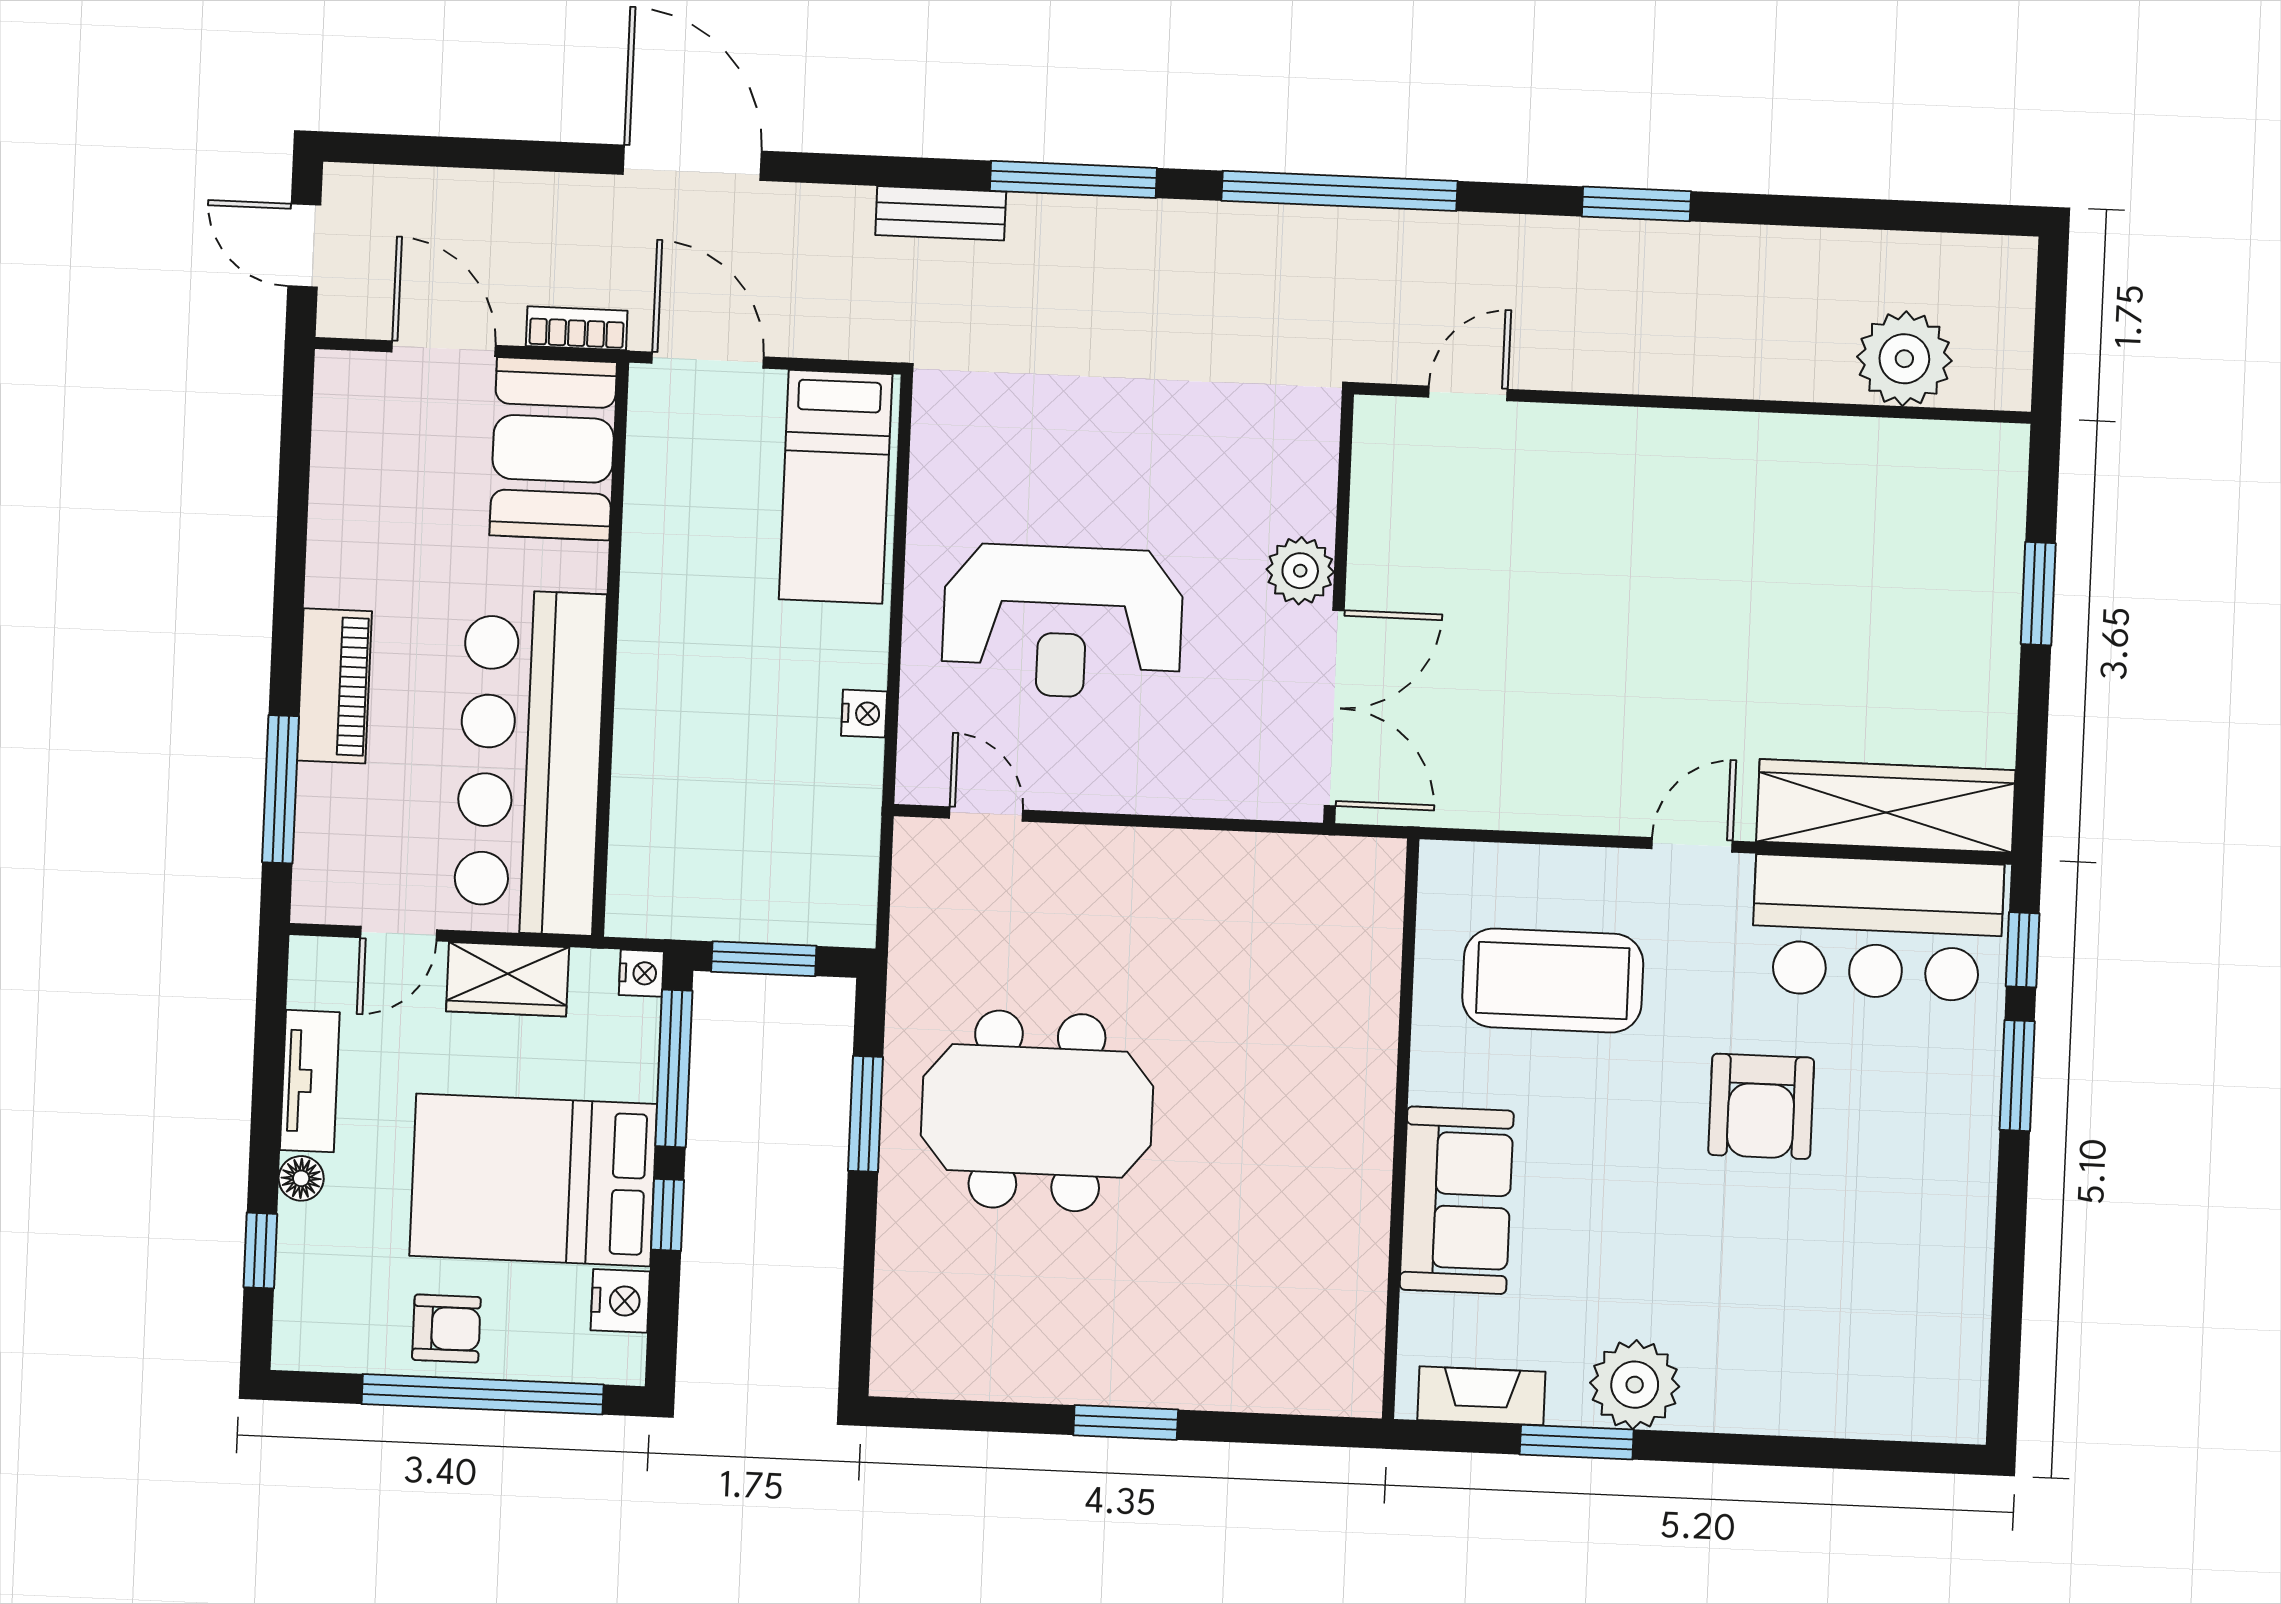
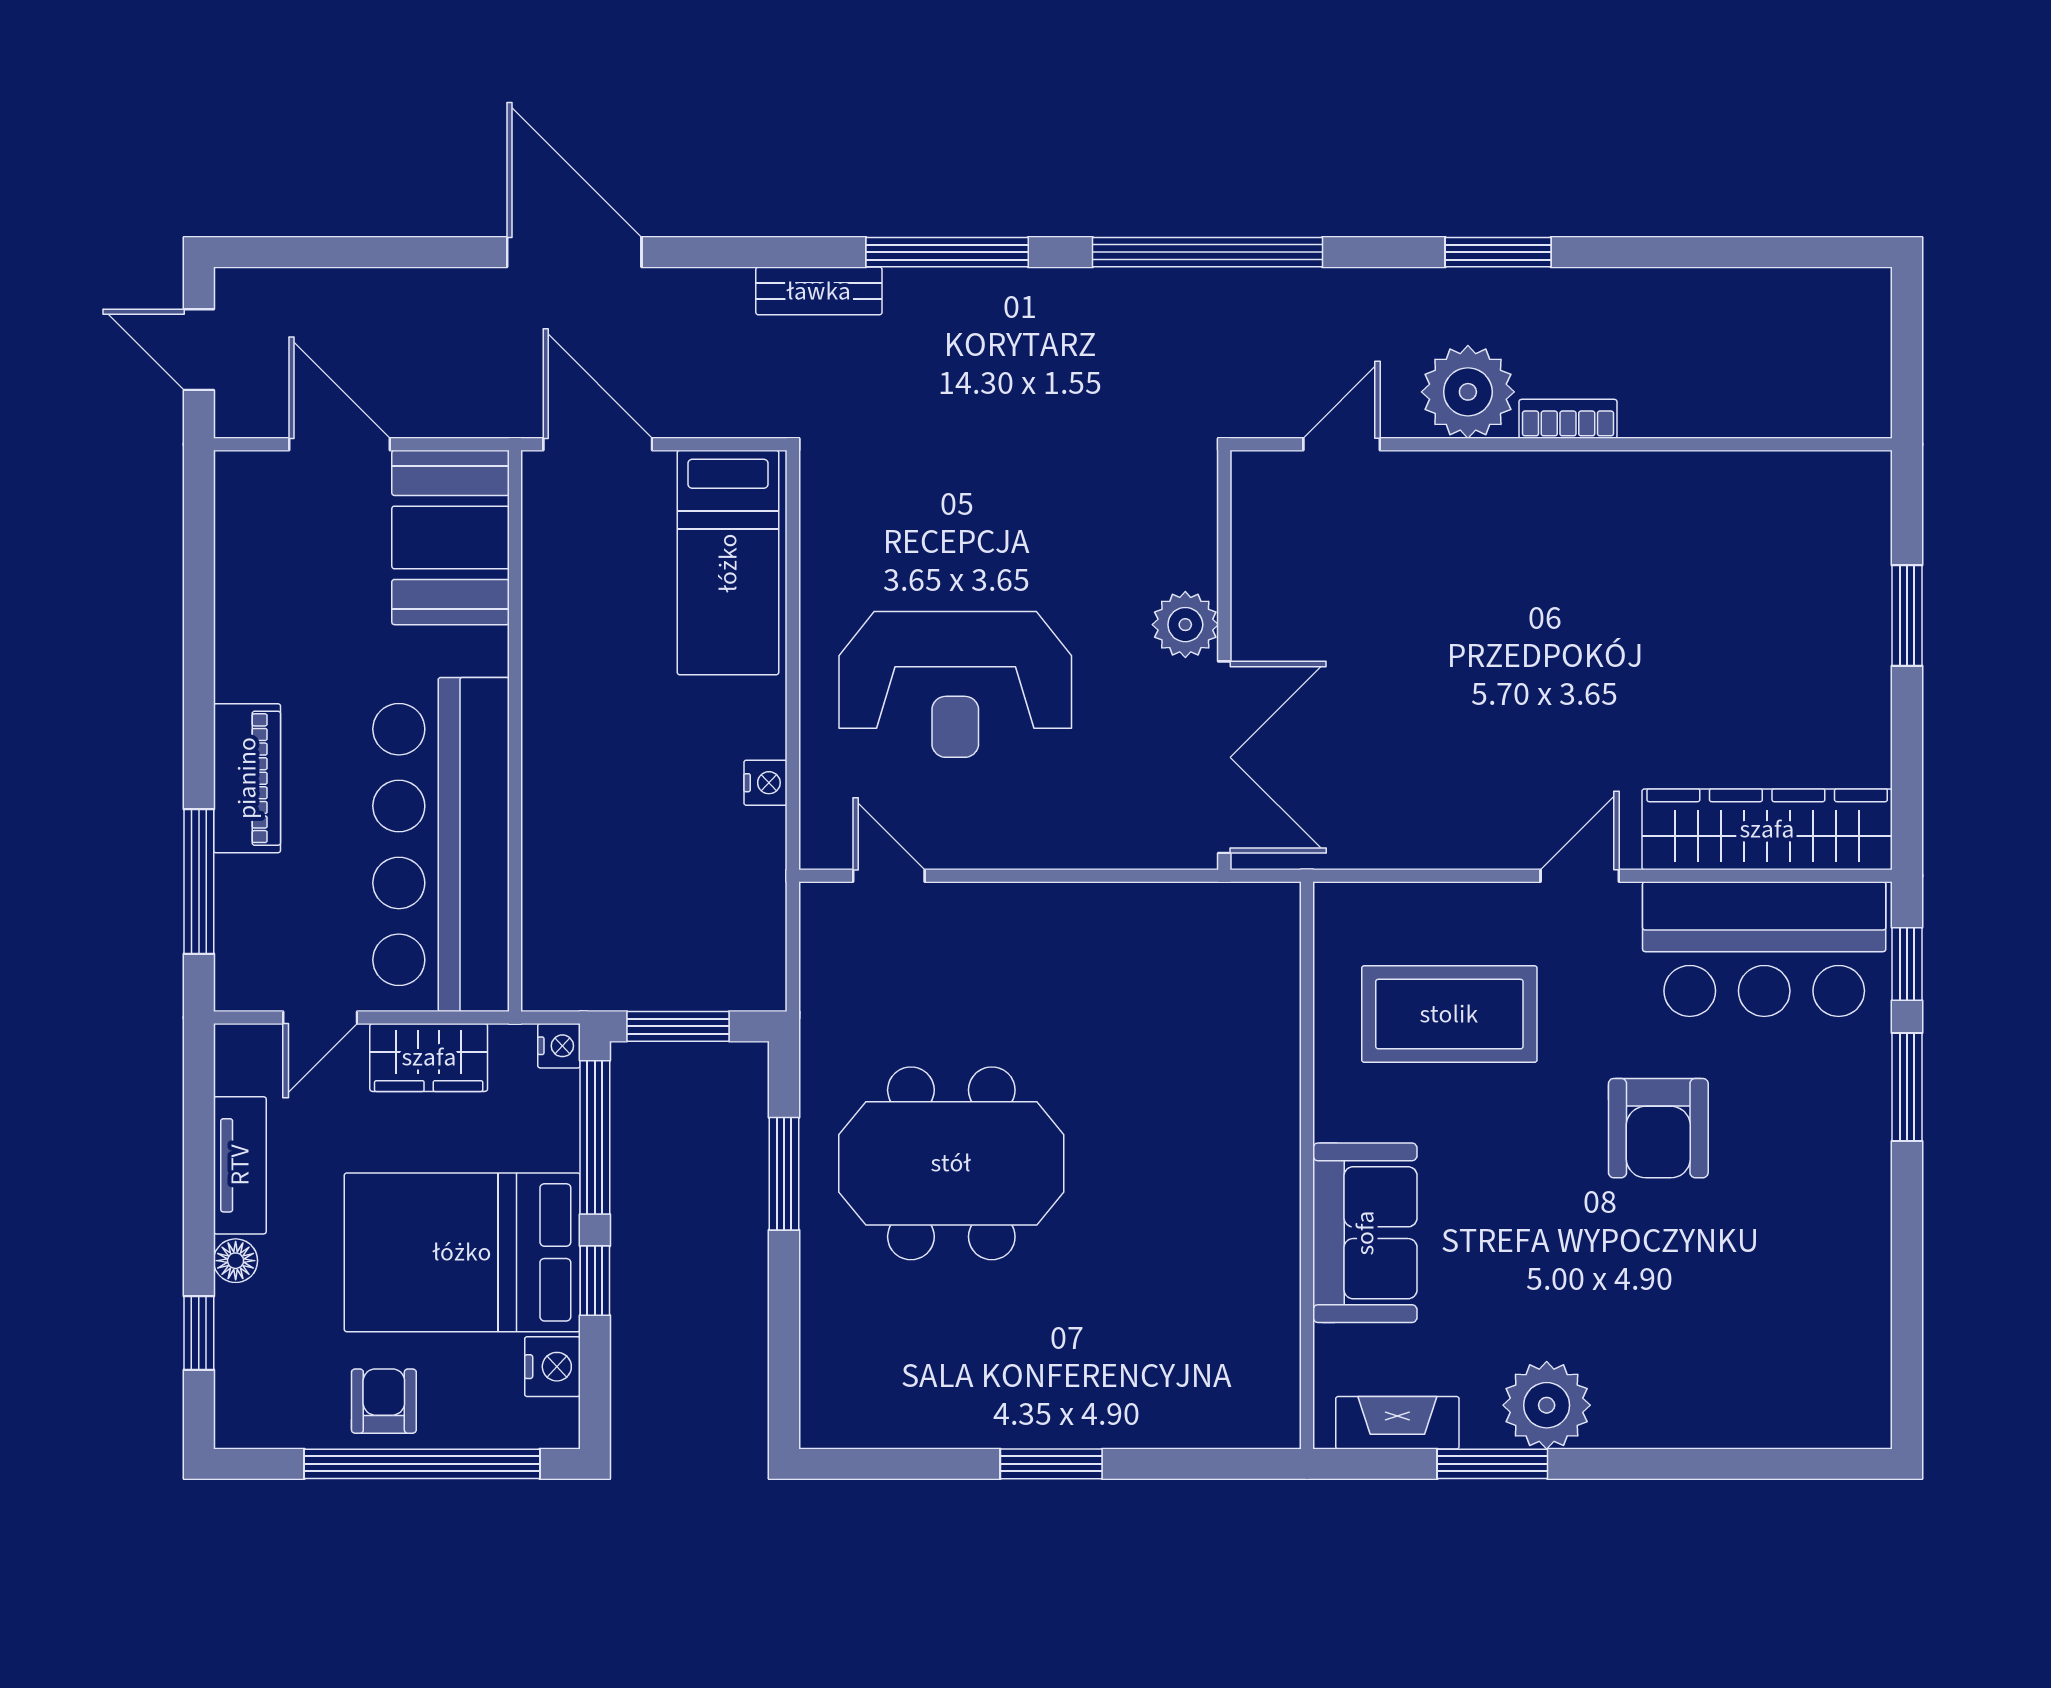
bookcase: (577, 328) -> (1568, 419), moved
plant: (1904, 359) -> (1468, 392), moved
armchair: (446, 1328) -> (384, 1401), turned -90

